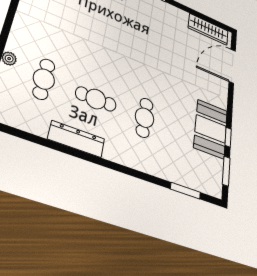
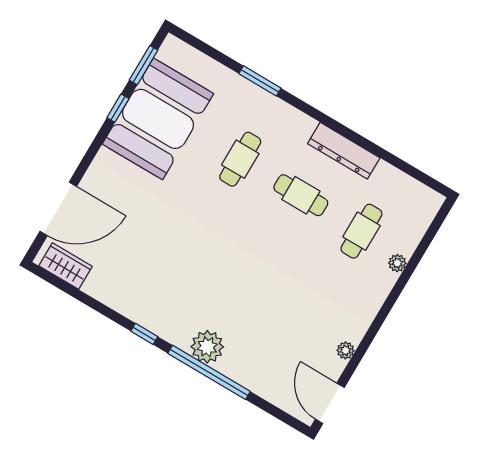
wardrobe: (208, 29) -> (66, 266), width x0.67
booth: (211, 129) -> (158, 119), width x1.36, depth x1.42
window: (185, 191) -> (260, 81), moved

